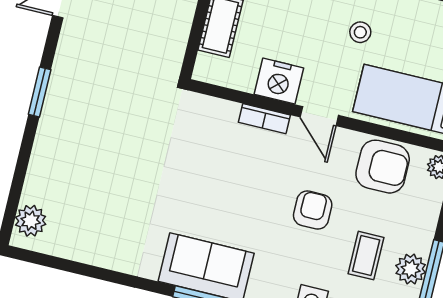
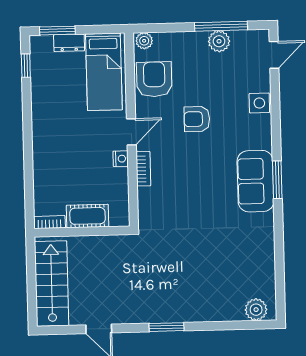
stool: (360, 32) -> (67, 119), removed
nightstand: (279, 81) -> (121, 159), width x0.53, depth x0.56
coffee table: (366, 256) -> (218, 74), removed

